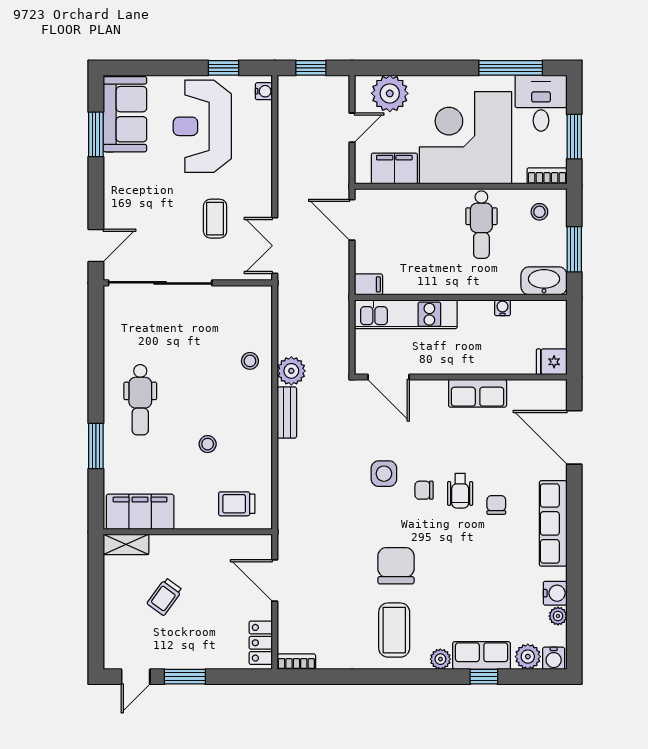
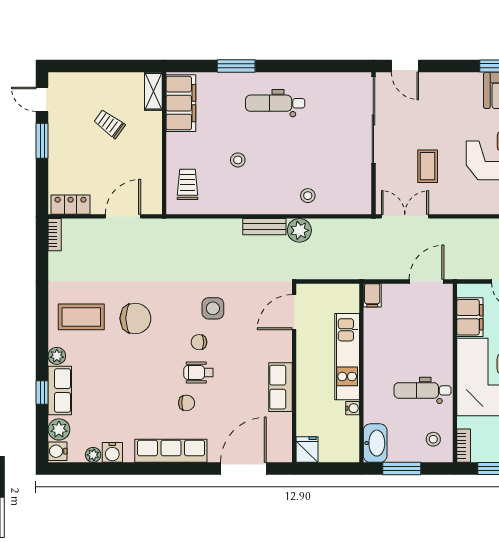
coffee table: (215, 219) -> (428, 166), turned 90
kitchen unit: (406, 314) -> (347, 357), moved
chair: (424, 490) -> (199, 342), turned -90

